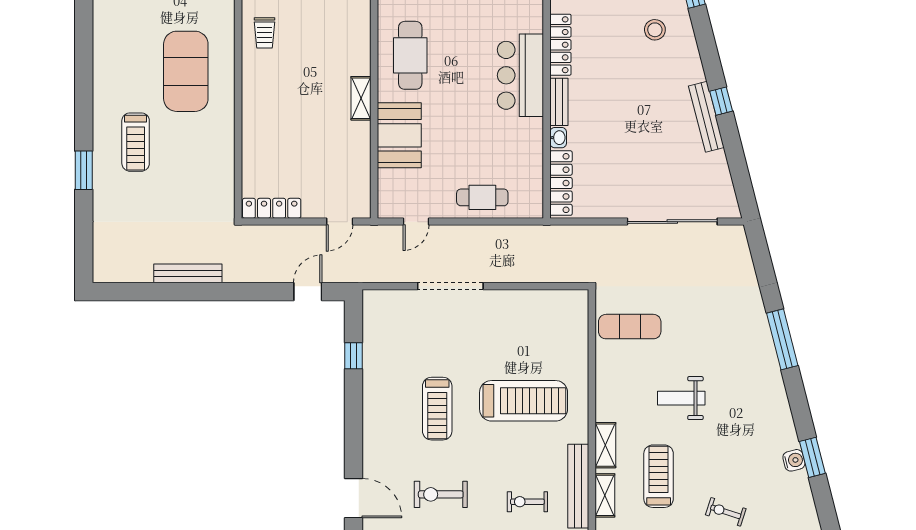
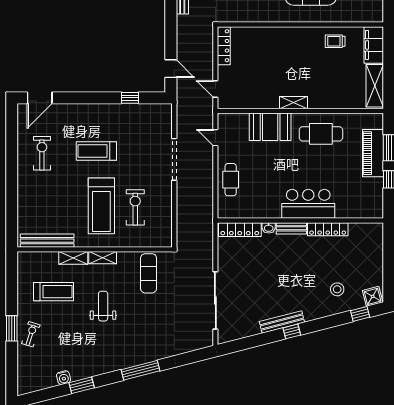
window: (812, 457) -> (82, 385), moved
shelving: (605, 495) -> (103, 258), moved
exercise bike: (527, 502) -> (135, 207), moved, width x1.38, depth x1.39

